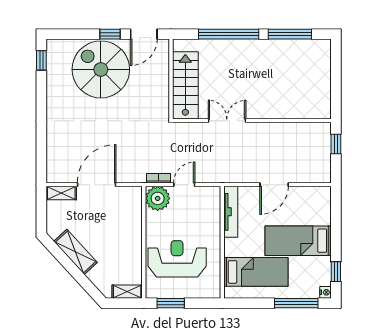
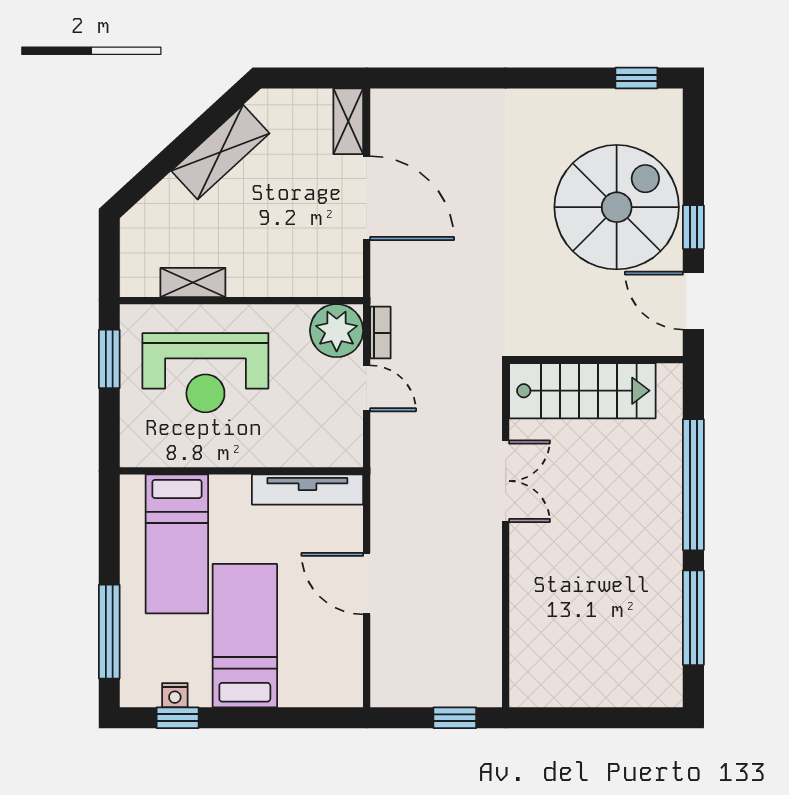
reception desk: (177, 259) -> (205, 373), turned 90
shelving: (127, 292) -> (193, 282), moved, turned 90
nightstand: (325, 292) -> (175, 695), moved

